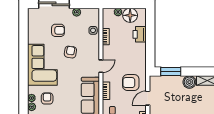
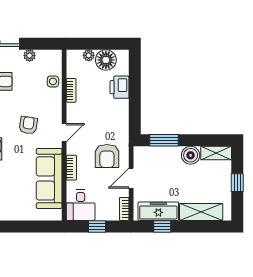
armchair: (70, 52) -> (28, 125), moved
armchair: (131, 83) -> (107, 156), turned -90

